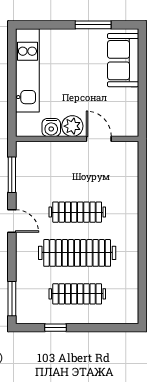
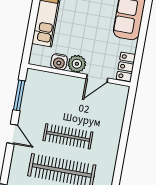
locker: (130, 119) -> (126, 67), added
door: (99, 139) -> (97, 78), swing flipped

